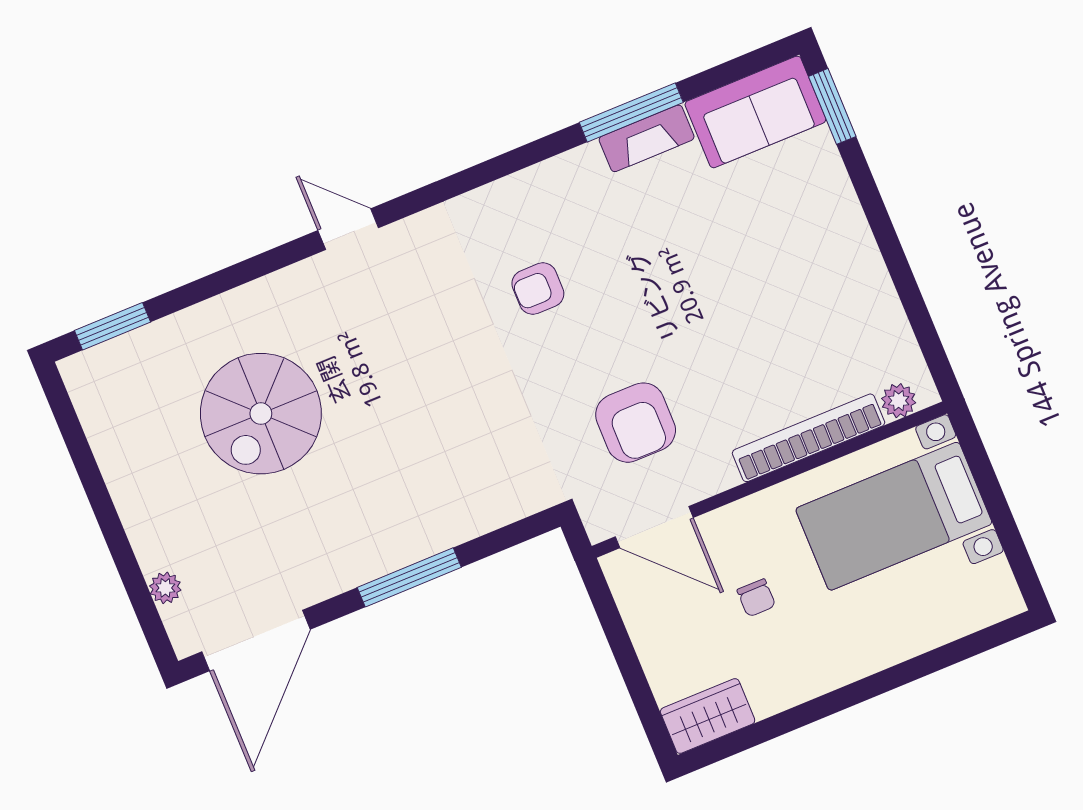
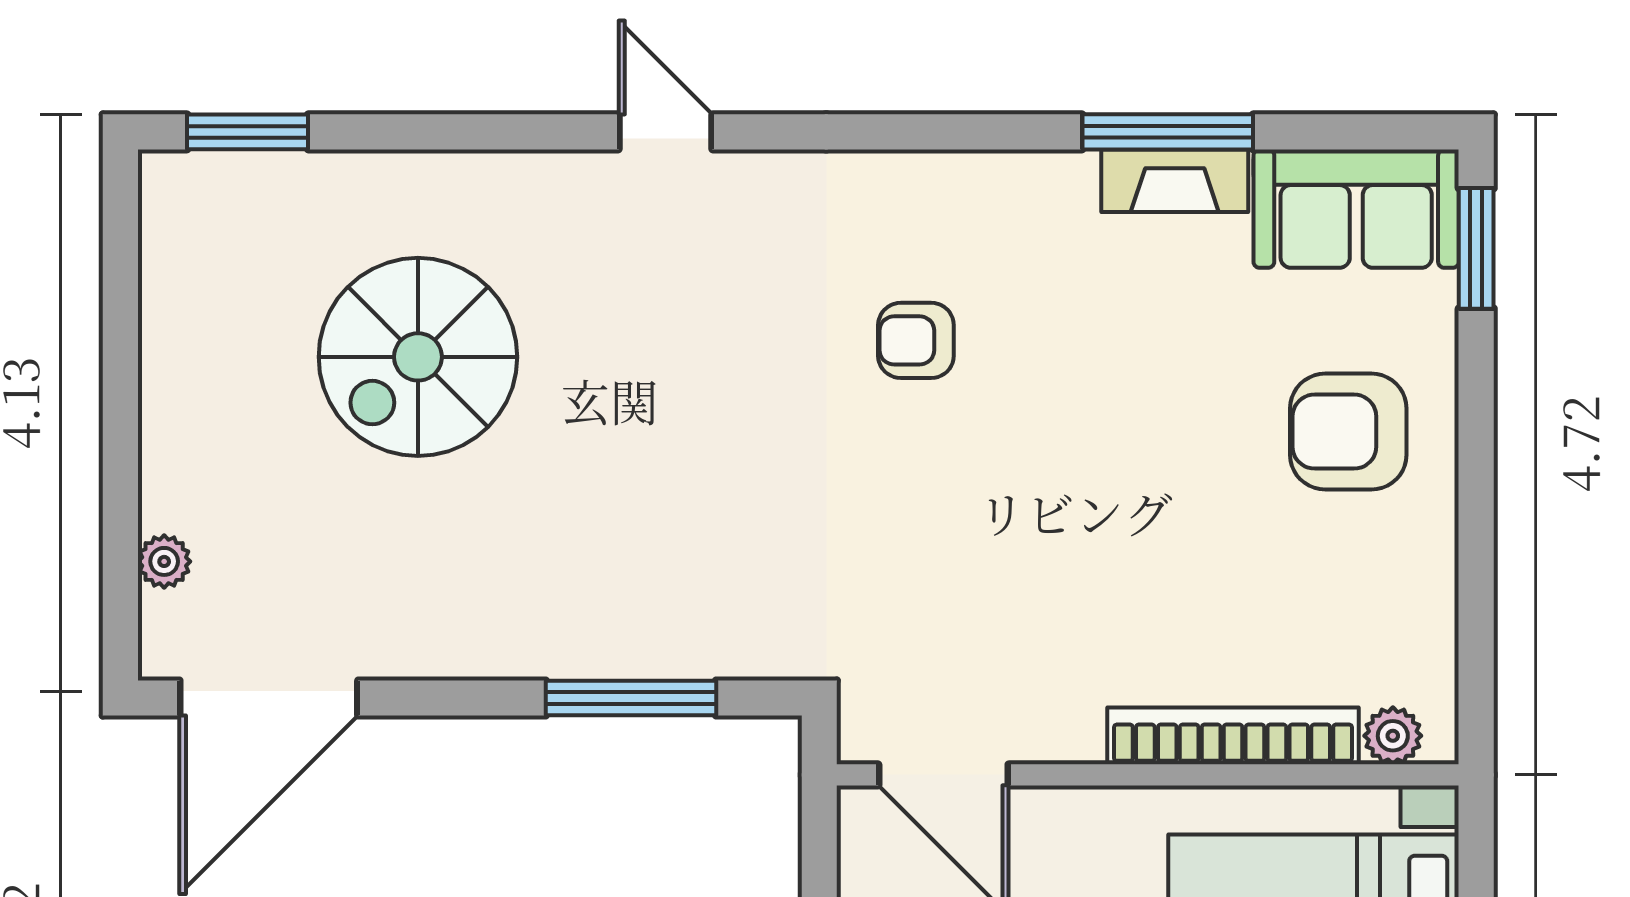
armchair: (636, 423) -> (1348, 432), moved, turned 90
window: (409, 577) -> (631, 698), moved

